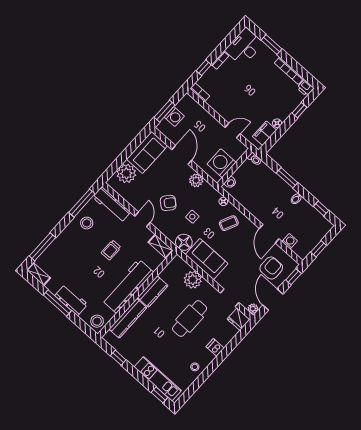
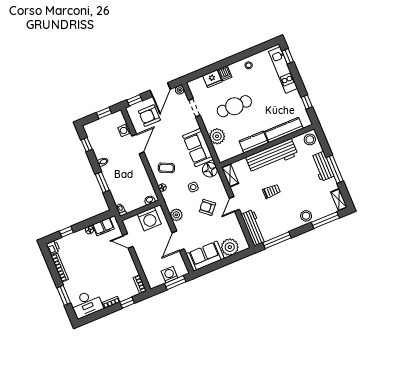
stool: (87, 223) -> (306, 216), moved
fridge: (238, 319) -> (212, 79), moved, turned 90

